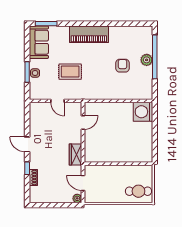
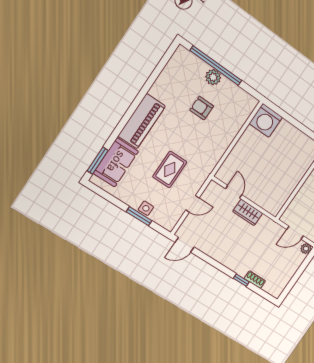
sofa: (39, 42) -> (116, 162), moved, turned 90
door: (27, 144) -> (185, 245), moved
wardrobe: (76, 154) -> (248, 212), moved

